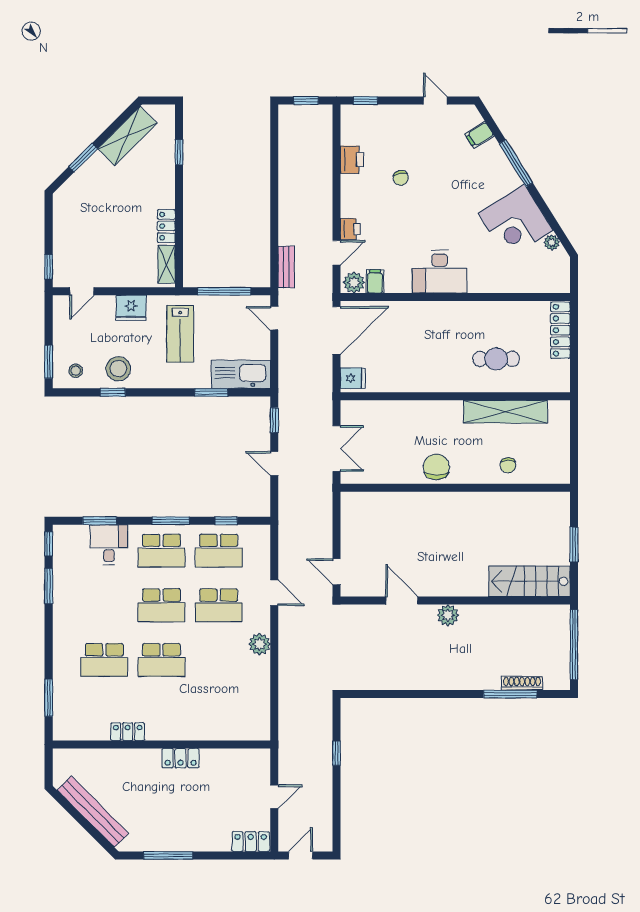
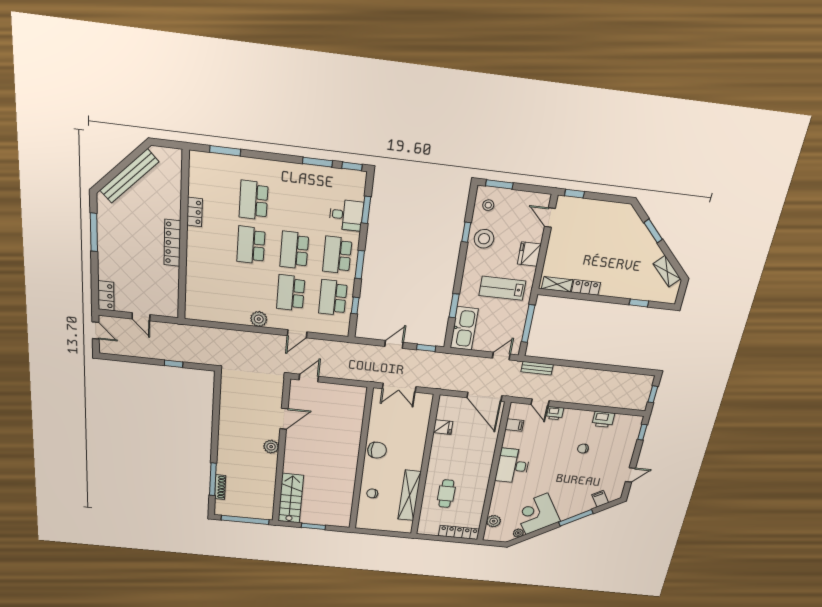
shelving: (127, 136) -> (667, 271), width x0.67, depth x0.75
plant: (354, 283) -> (494, 521), moved
fridge: (353, 378) -> (443, 427), moved, turned -90
locker: (181, 758) -> (172, 243), width x1.53

